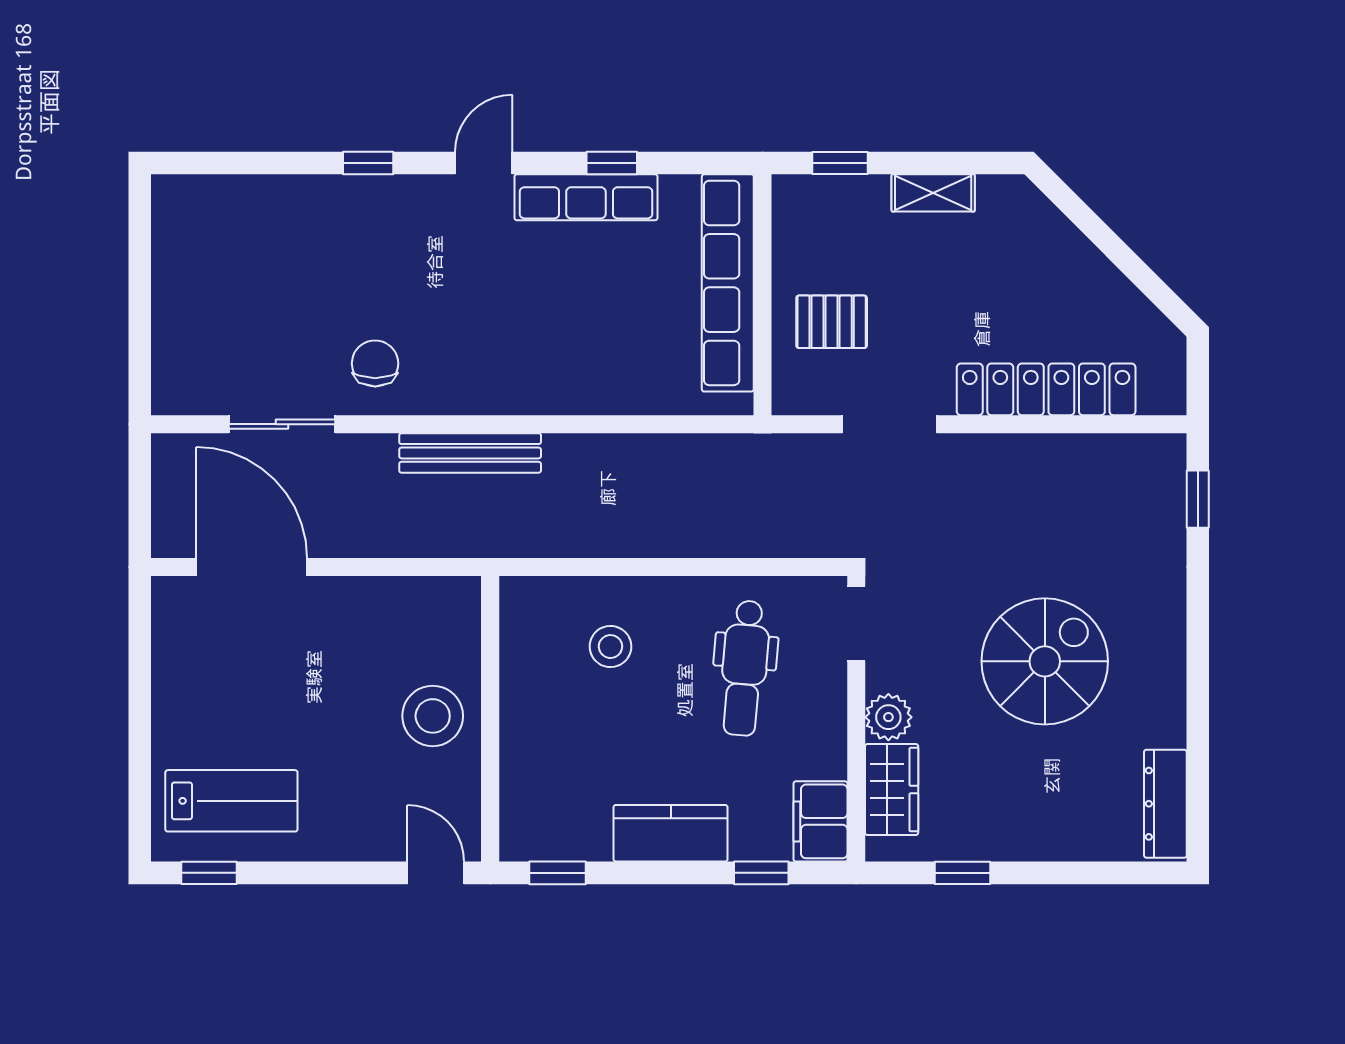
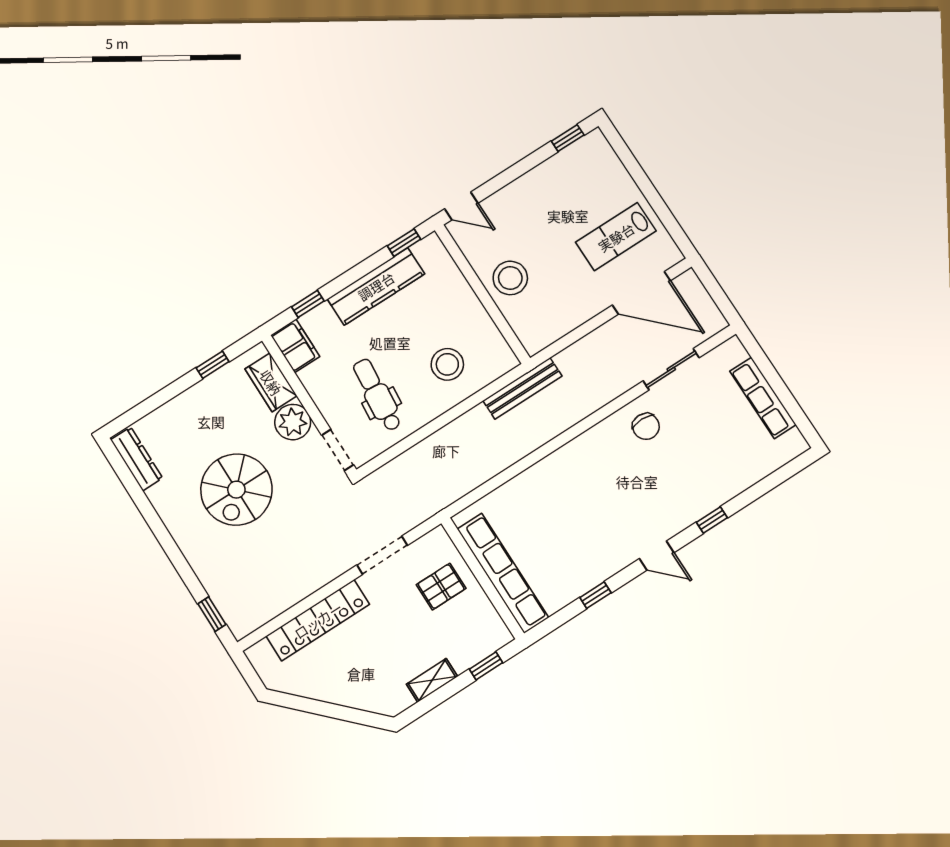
door: (484, 163) -> (657, 556), hinge flipped
row of seats: (586, 197) -> (763, 398), moved, turned -90
bench: (470, 453) -> (523, 388), moved
stool: (610, 647) -> (447, 364), width x1.38, depth x1.38
plant: (888, 717) -> (293, 422), width x1.36, depth x1.36
lab bench: (231, 801) -> (616, 237), moved
kitchen counter: (671, 833) -> (376, 286), width x1.50

